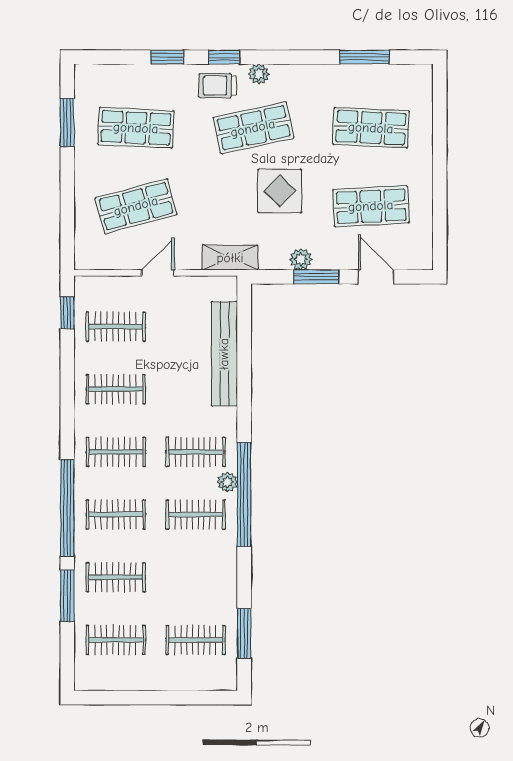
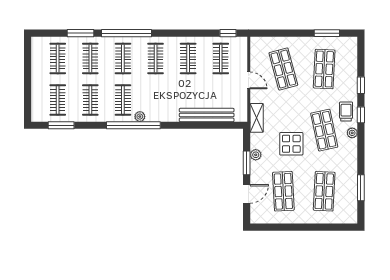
clothes rail: (196, 452) -> (90, 100), moved

